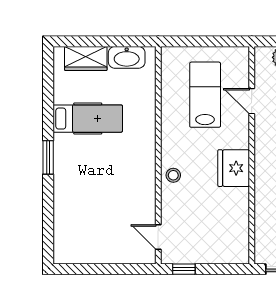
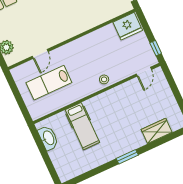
wardrobe: (86, 58) -> (157, 131), moved, turned -90
hospital bed: (88, 119) -> (82, 126), moved, turned 180
fridge: (234, 168) -> (128, 26), moved

